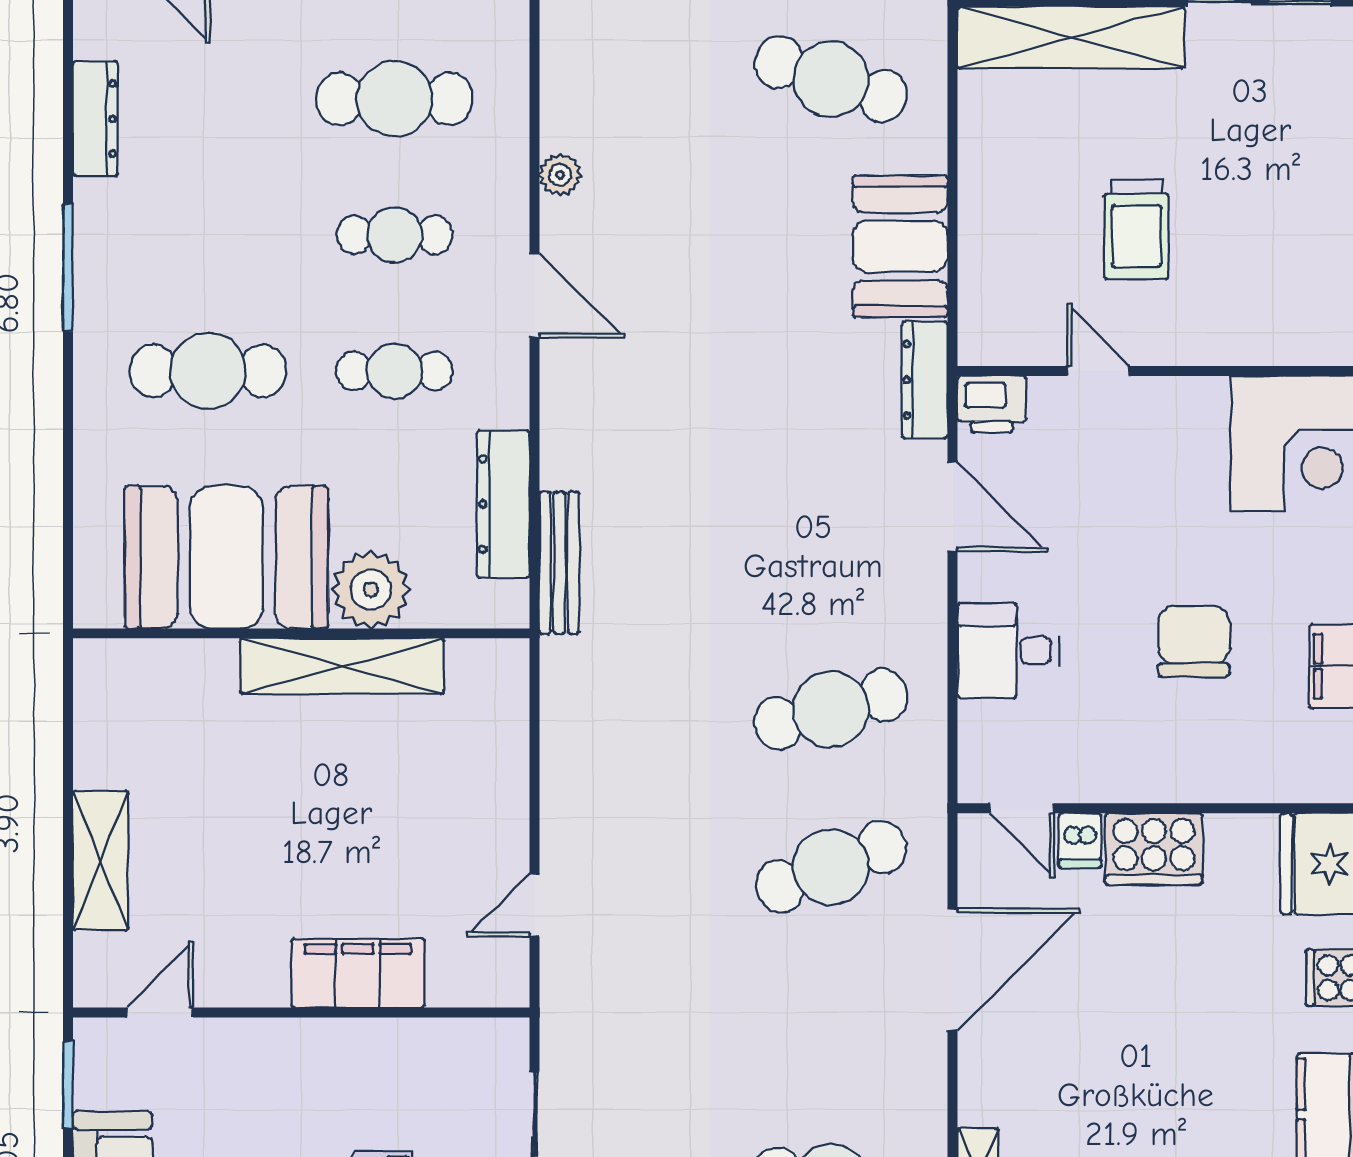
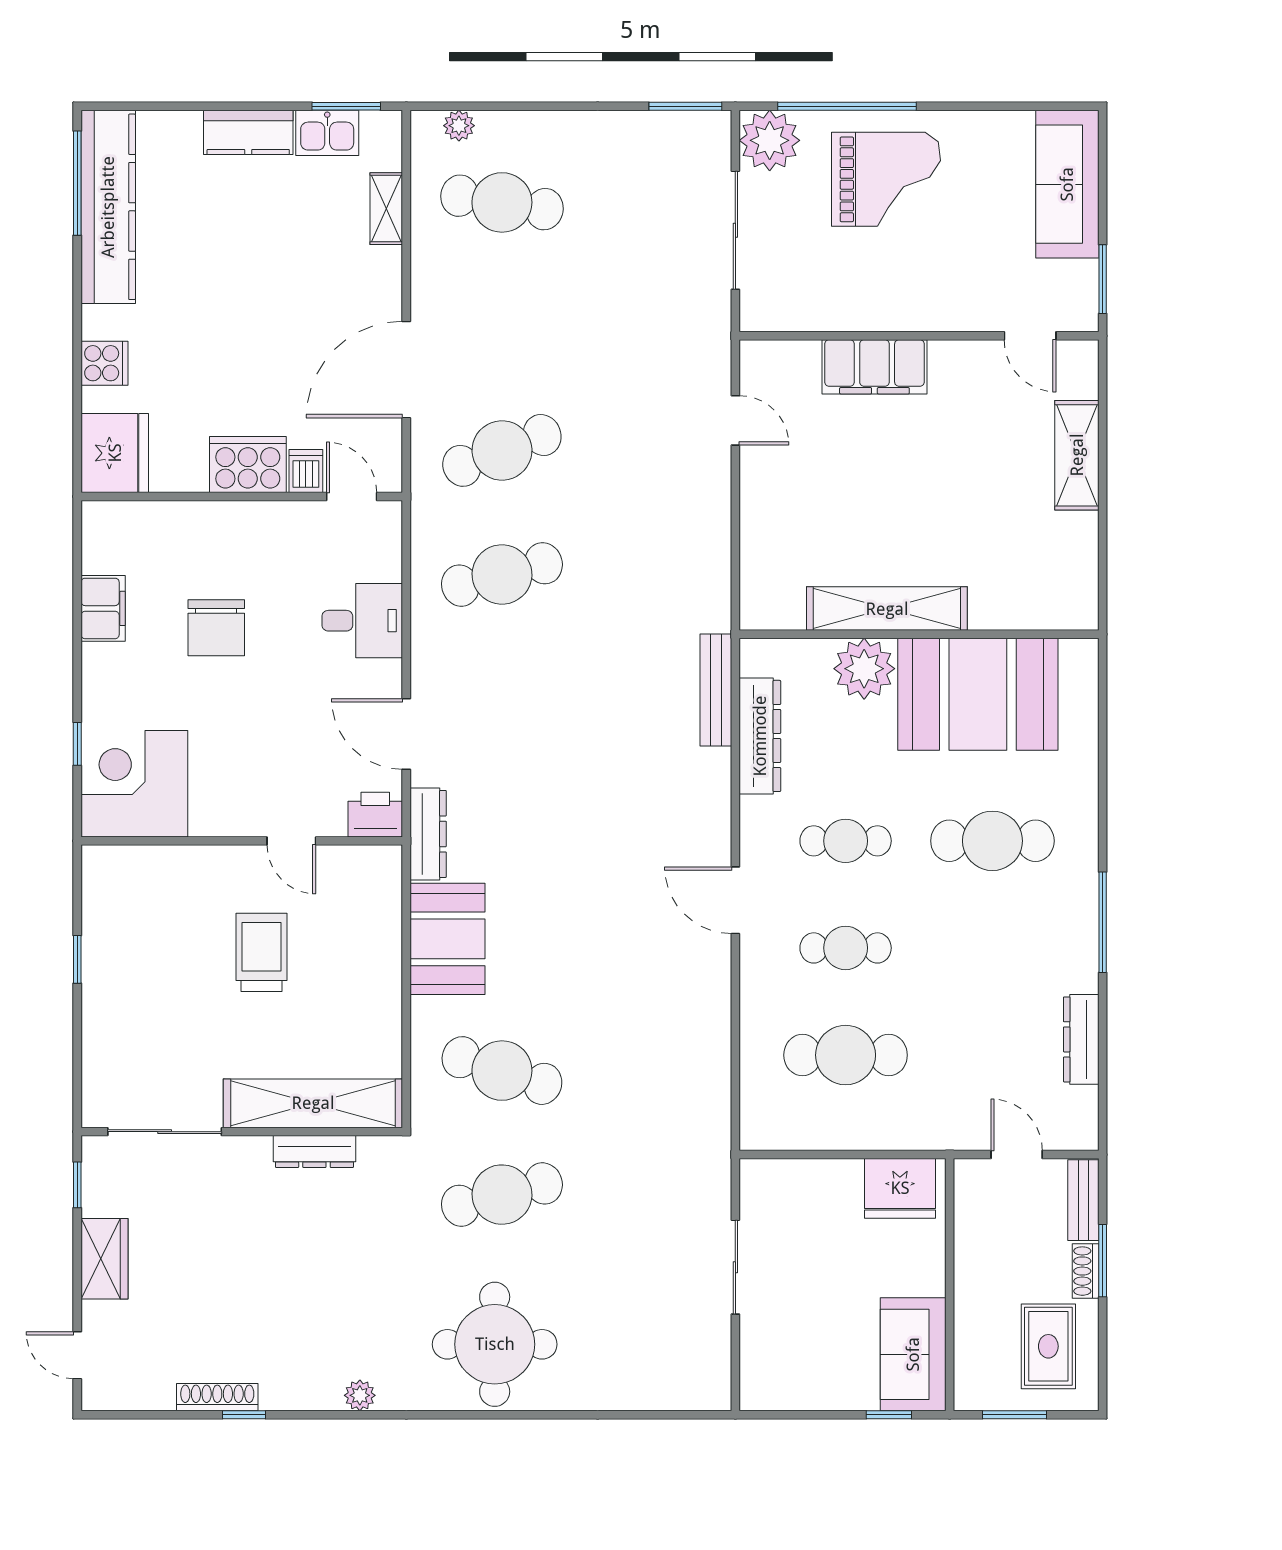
plant: (560, 175) -> (715, 995), removed
door: (534, 905) -> (735, 420), hinge flipped
door: (160, 1012) -> (1030, 336), hinge flipped

